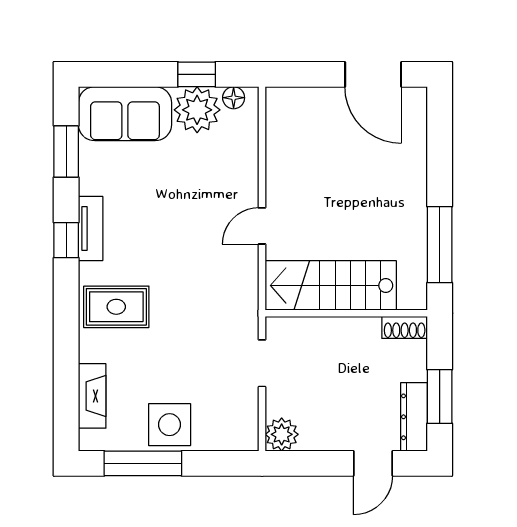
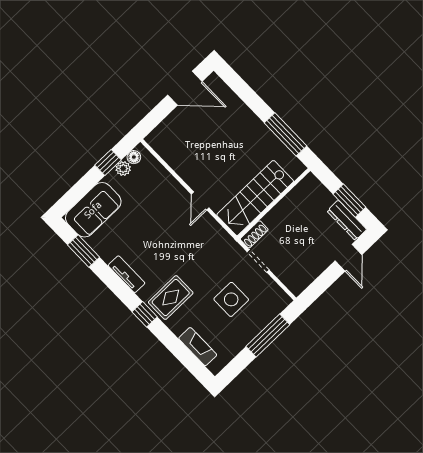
plant: (197, 110) -> (123, 168), width x0.53, depth x0.53
window: (66, 240) -> (145, 314), moved
shoe rack: (405, 327) -> (254, 234), moved
side table: (170, 425) -> (231, 299), moved
plant: (282, 434) -> (297, 284), removed
window: (143, 463) -> (268, 336), moved

